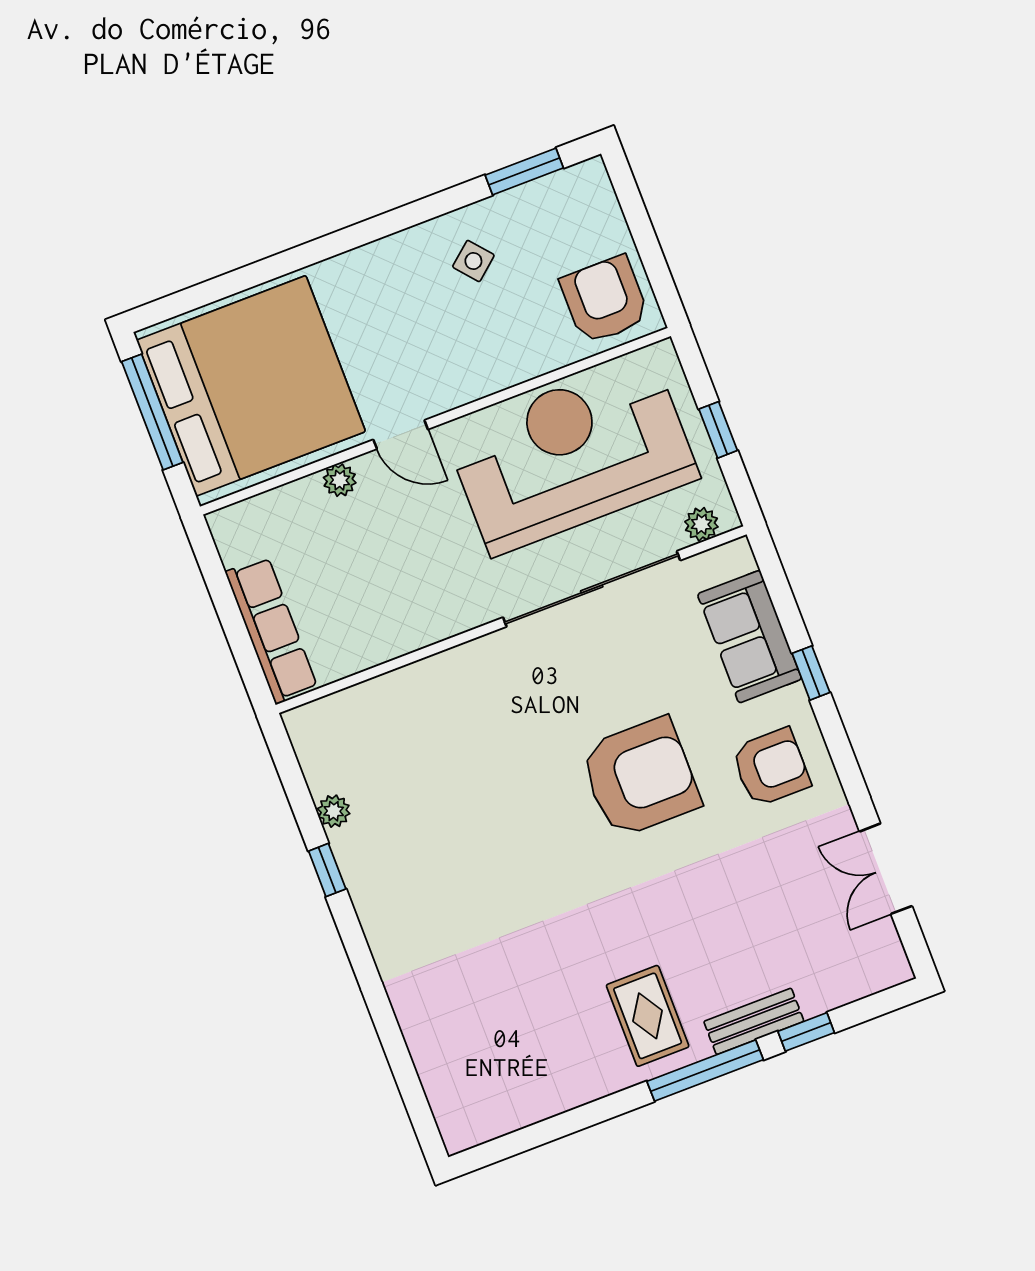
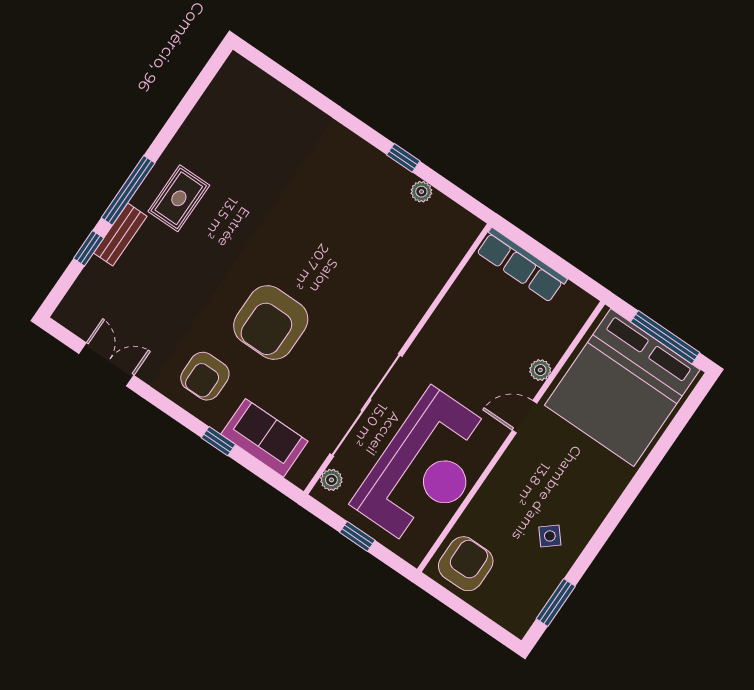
armchair: (605, 300) -> (466, 564), turned -90
rug: (648, 1016) -> (179, 198), turned 90

